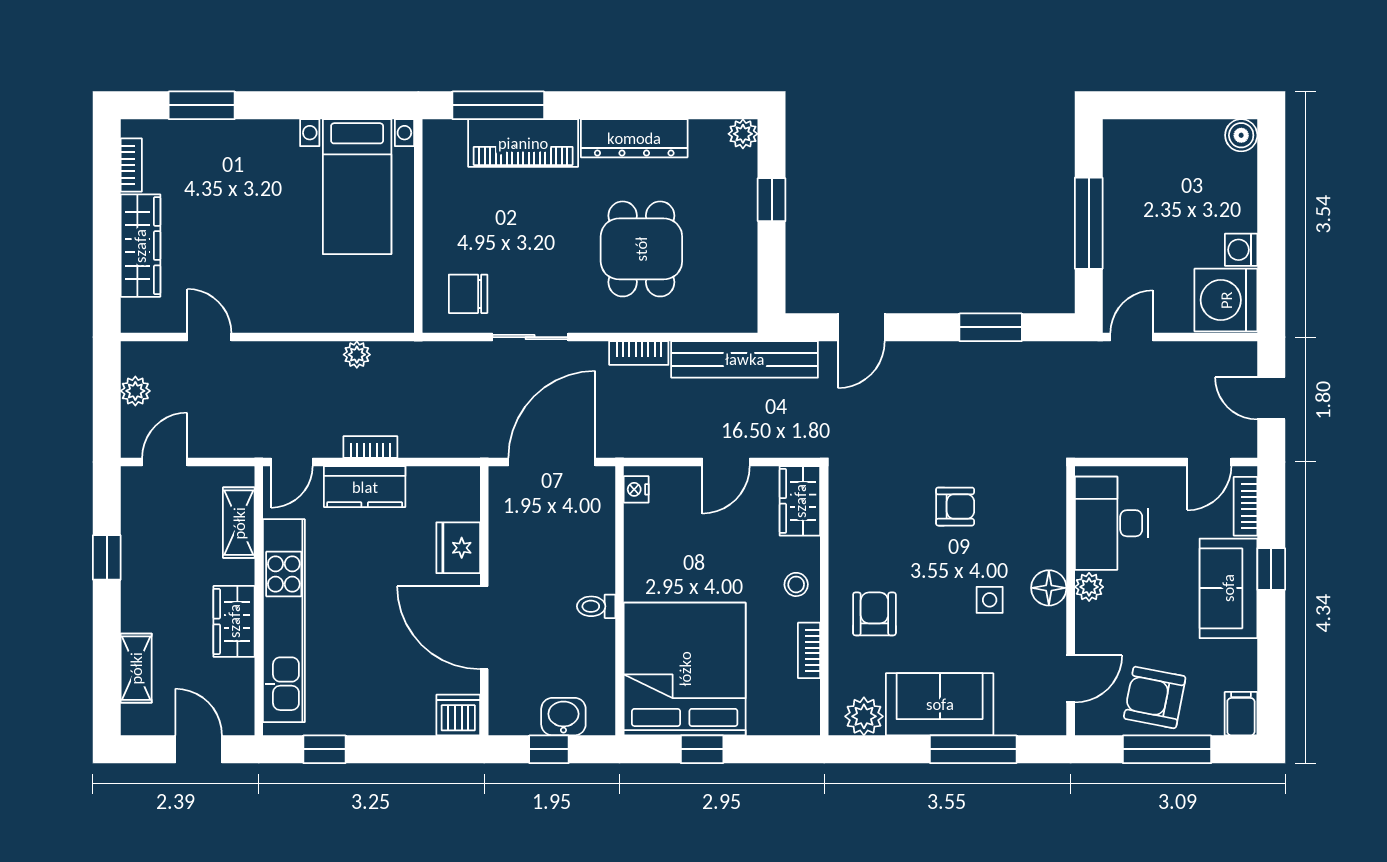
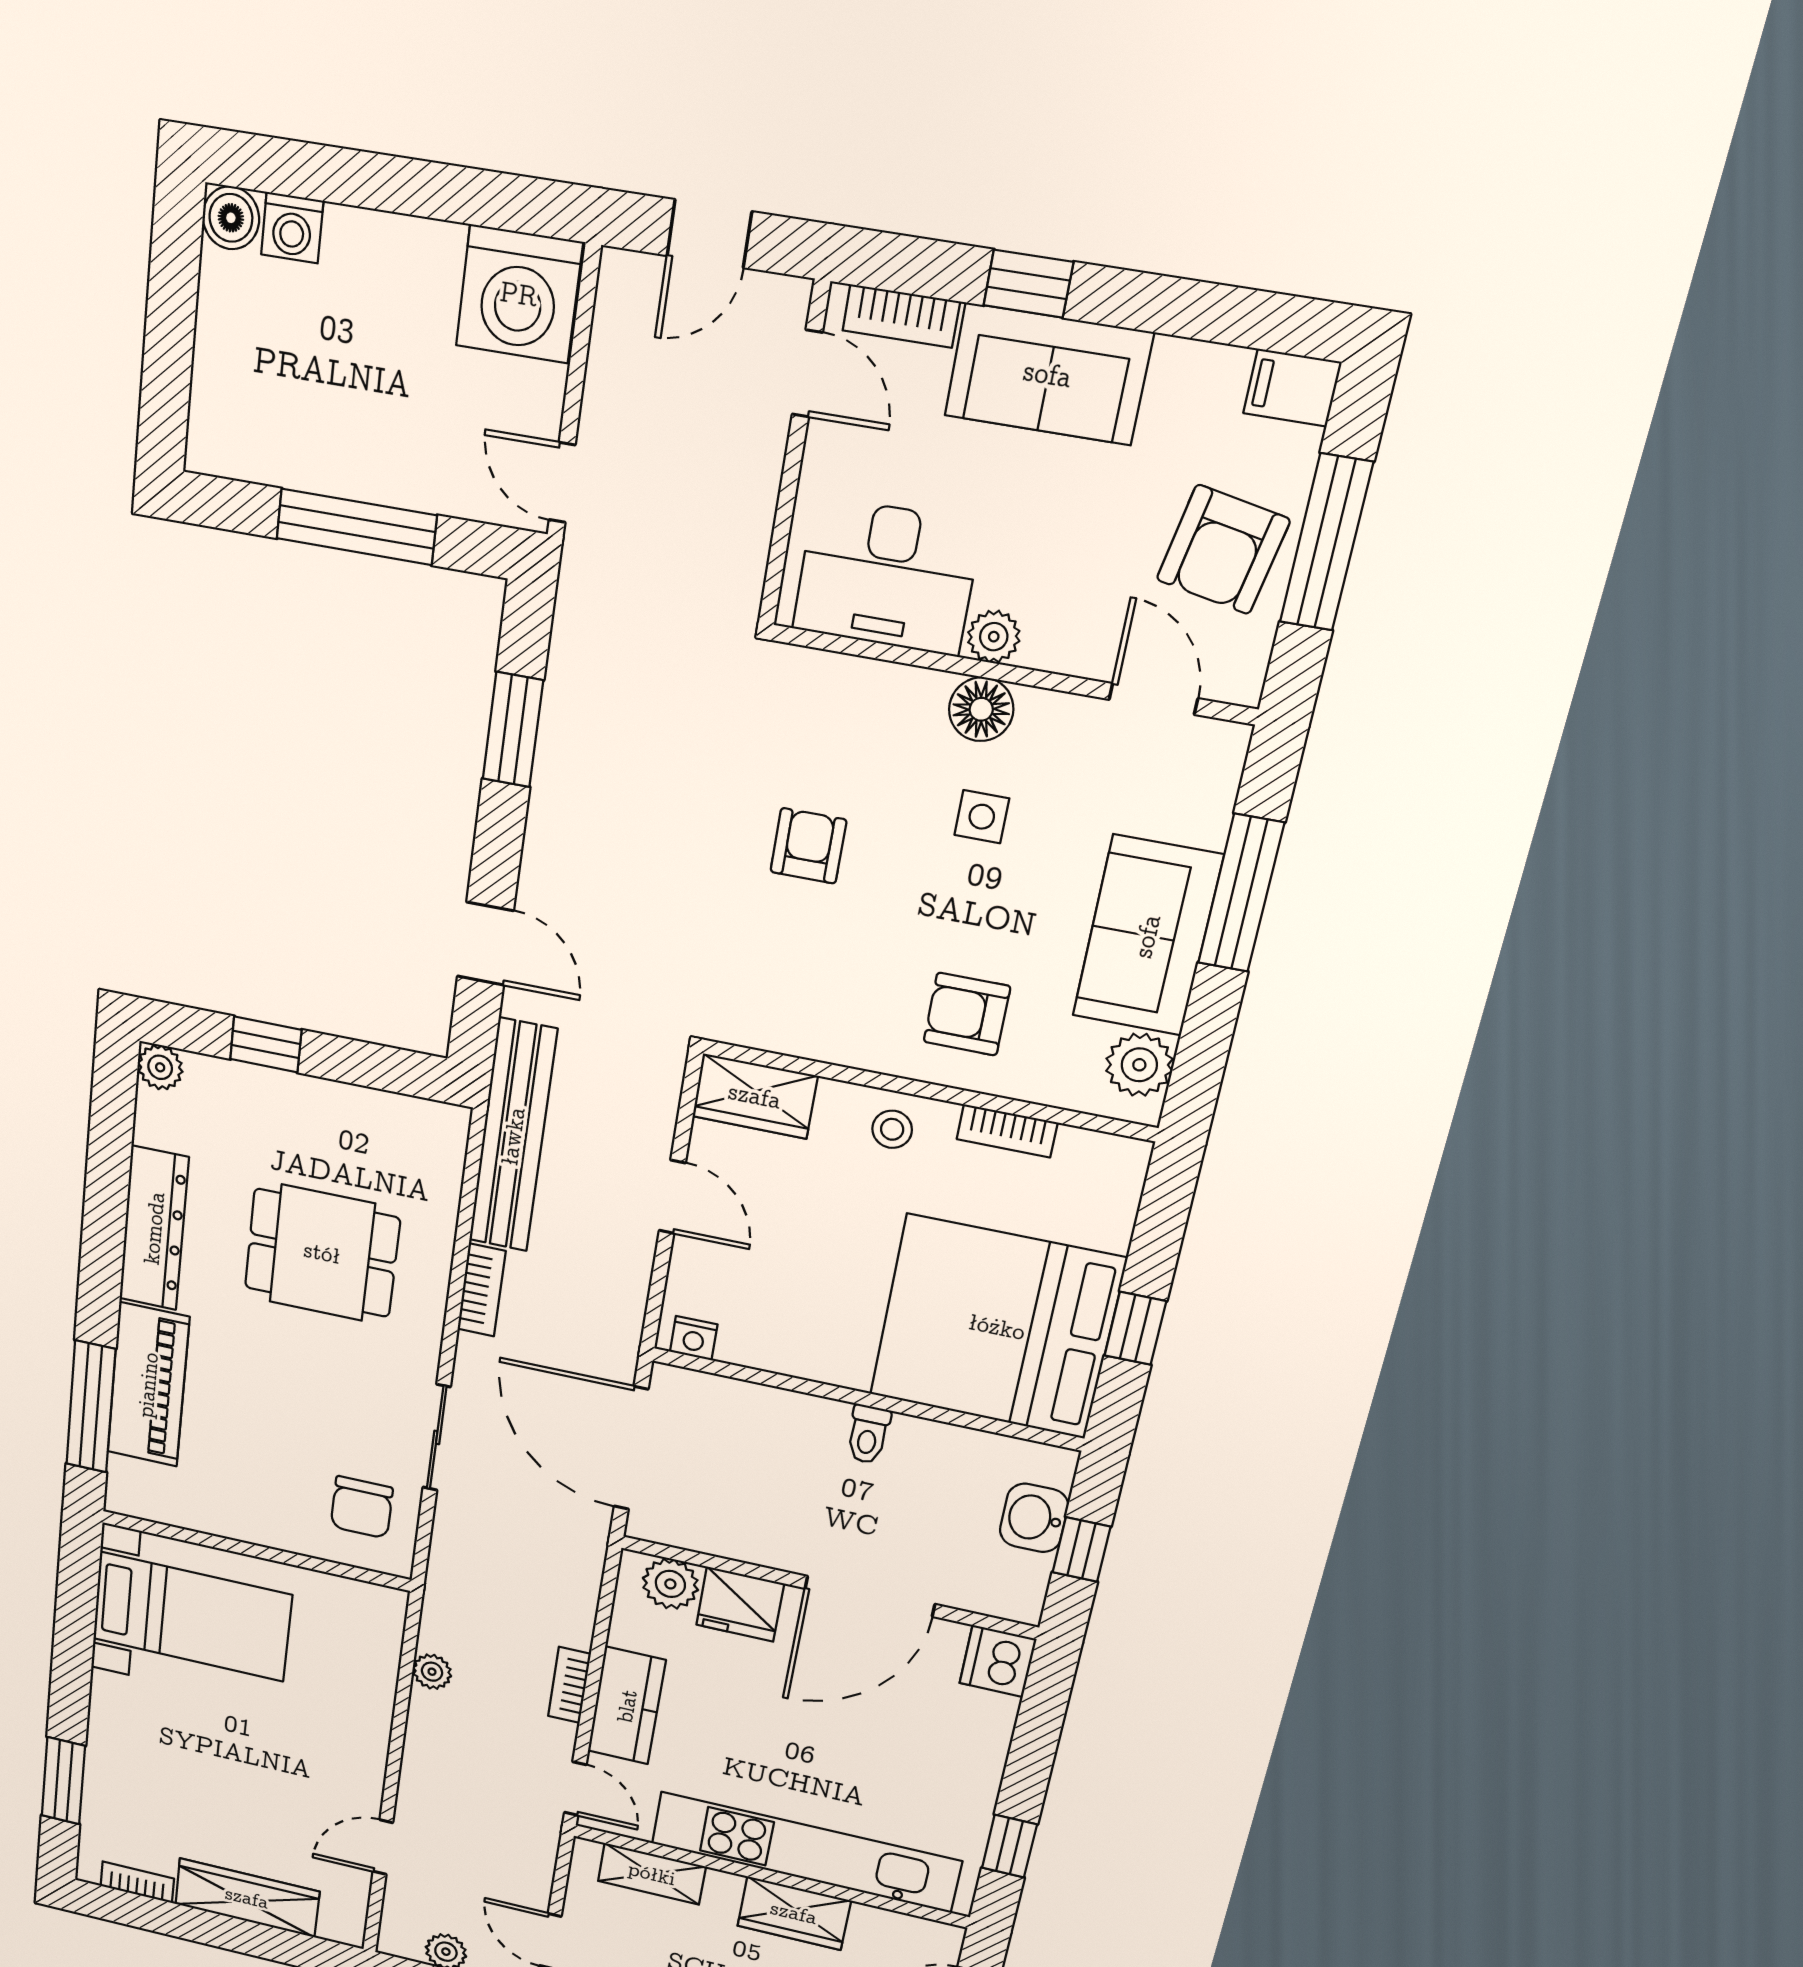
washing machine: (1241, 250) -> (292, 228), moved
plant: (462, 501) -> (670, 1584), added

